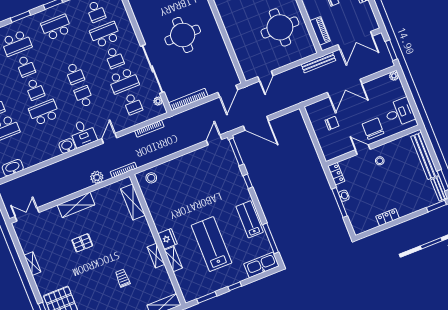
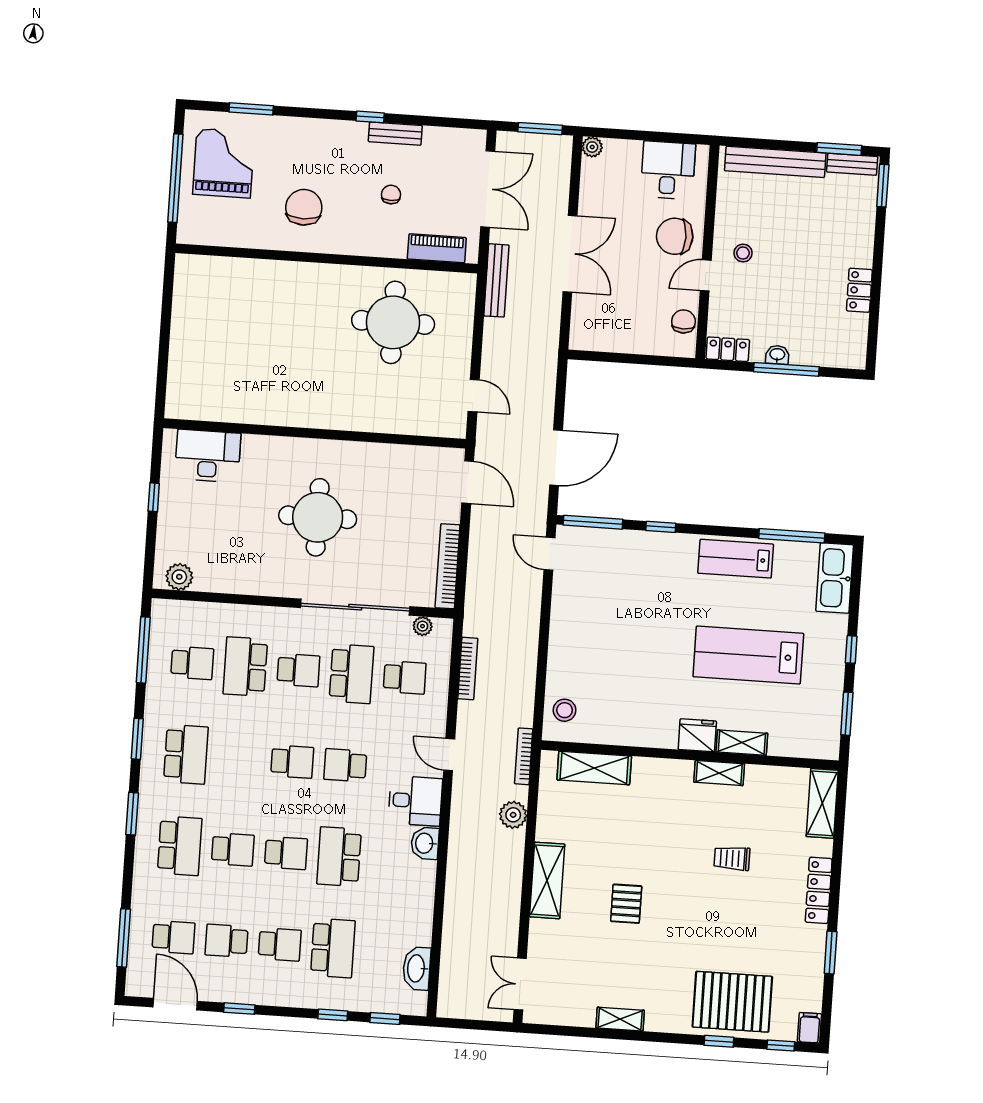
school desk: (56, 27) -> (186, 754), turned 180
chair: (332, 123) -> (683, 321), moved

